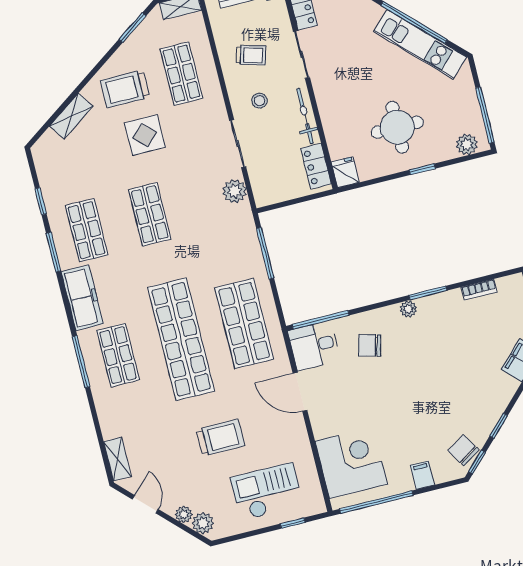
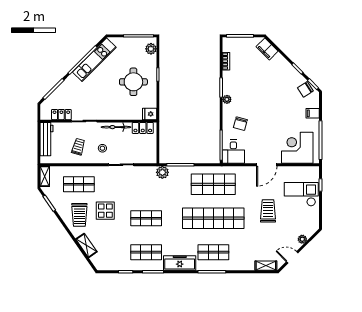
plant: (235, 191) -> (162, 172), moved
door: (300, 392) -> (267, 165), moved
checkout: (267, 492) -> (301, 194), turned 90
plant: (203, 523) -> (309, 231), removed

